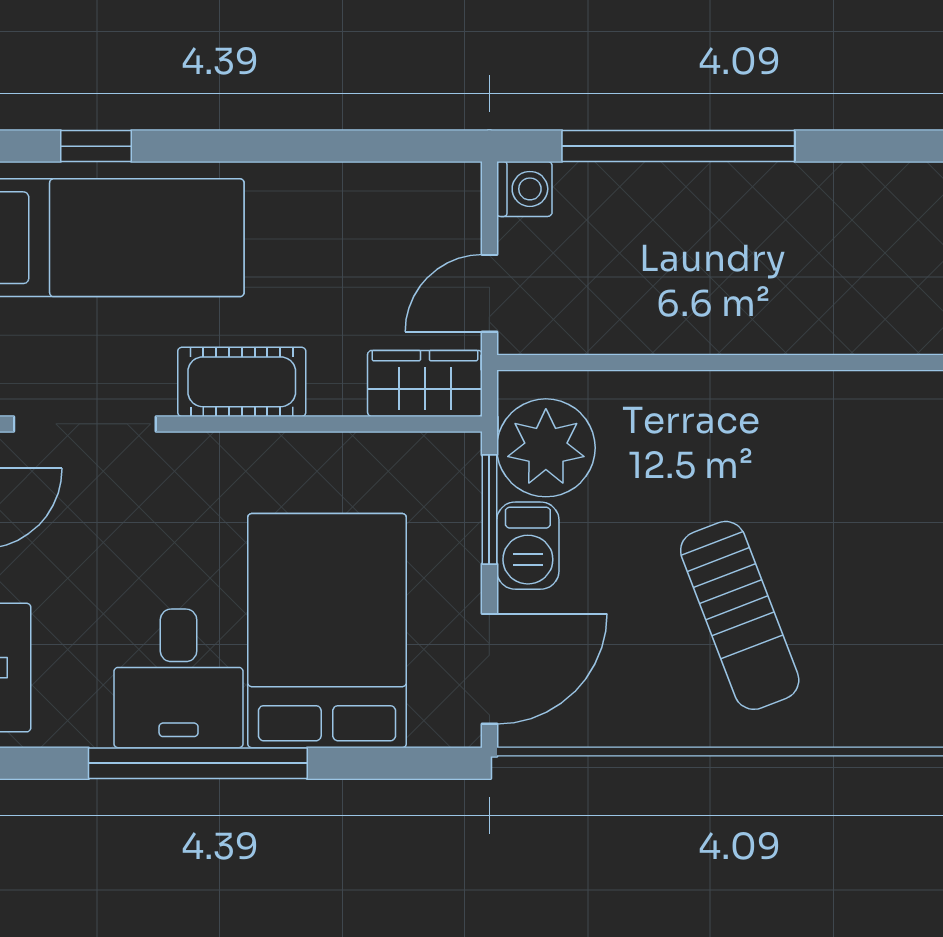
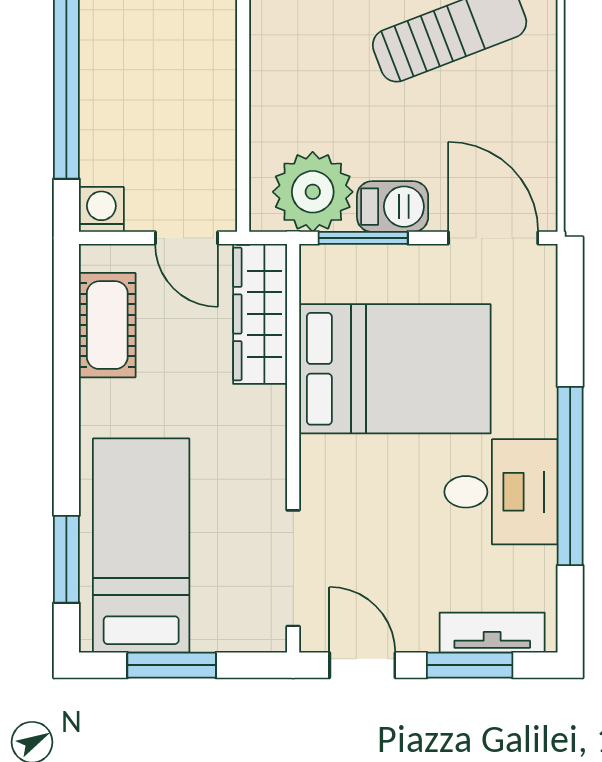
window: (96, 146) -> (66, 559), width x1.50
cot: (242, 382) -> (107, 325), moved
wardrobe: (425, 383) -> (260, 314), width x1.50
bed: (327, 631) -> (395, 369), moved, turned 180

